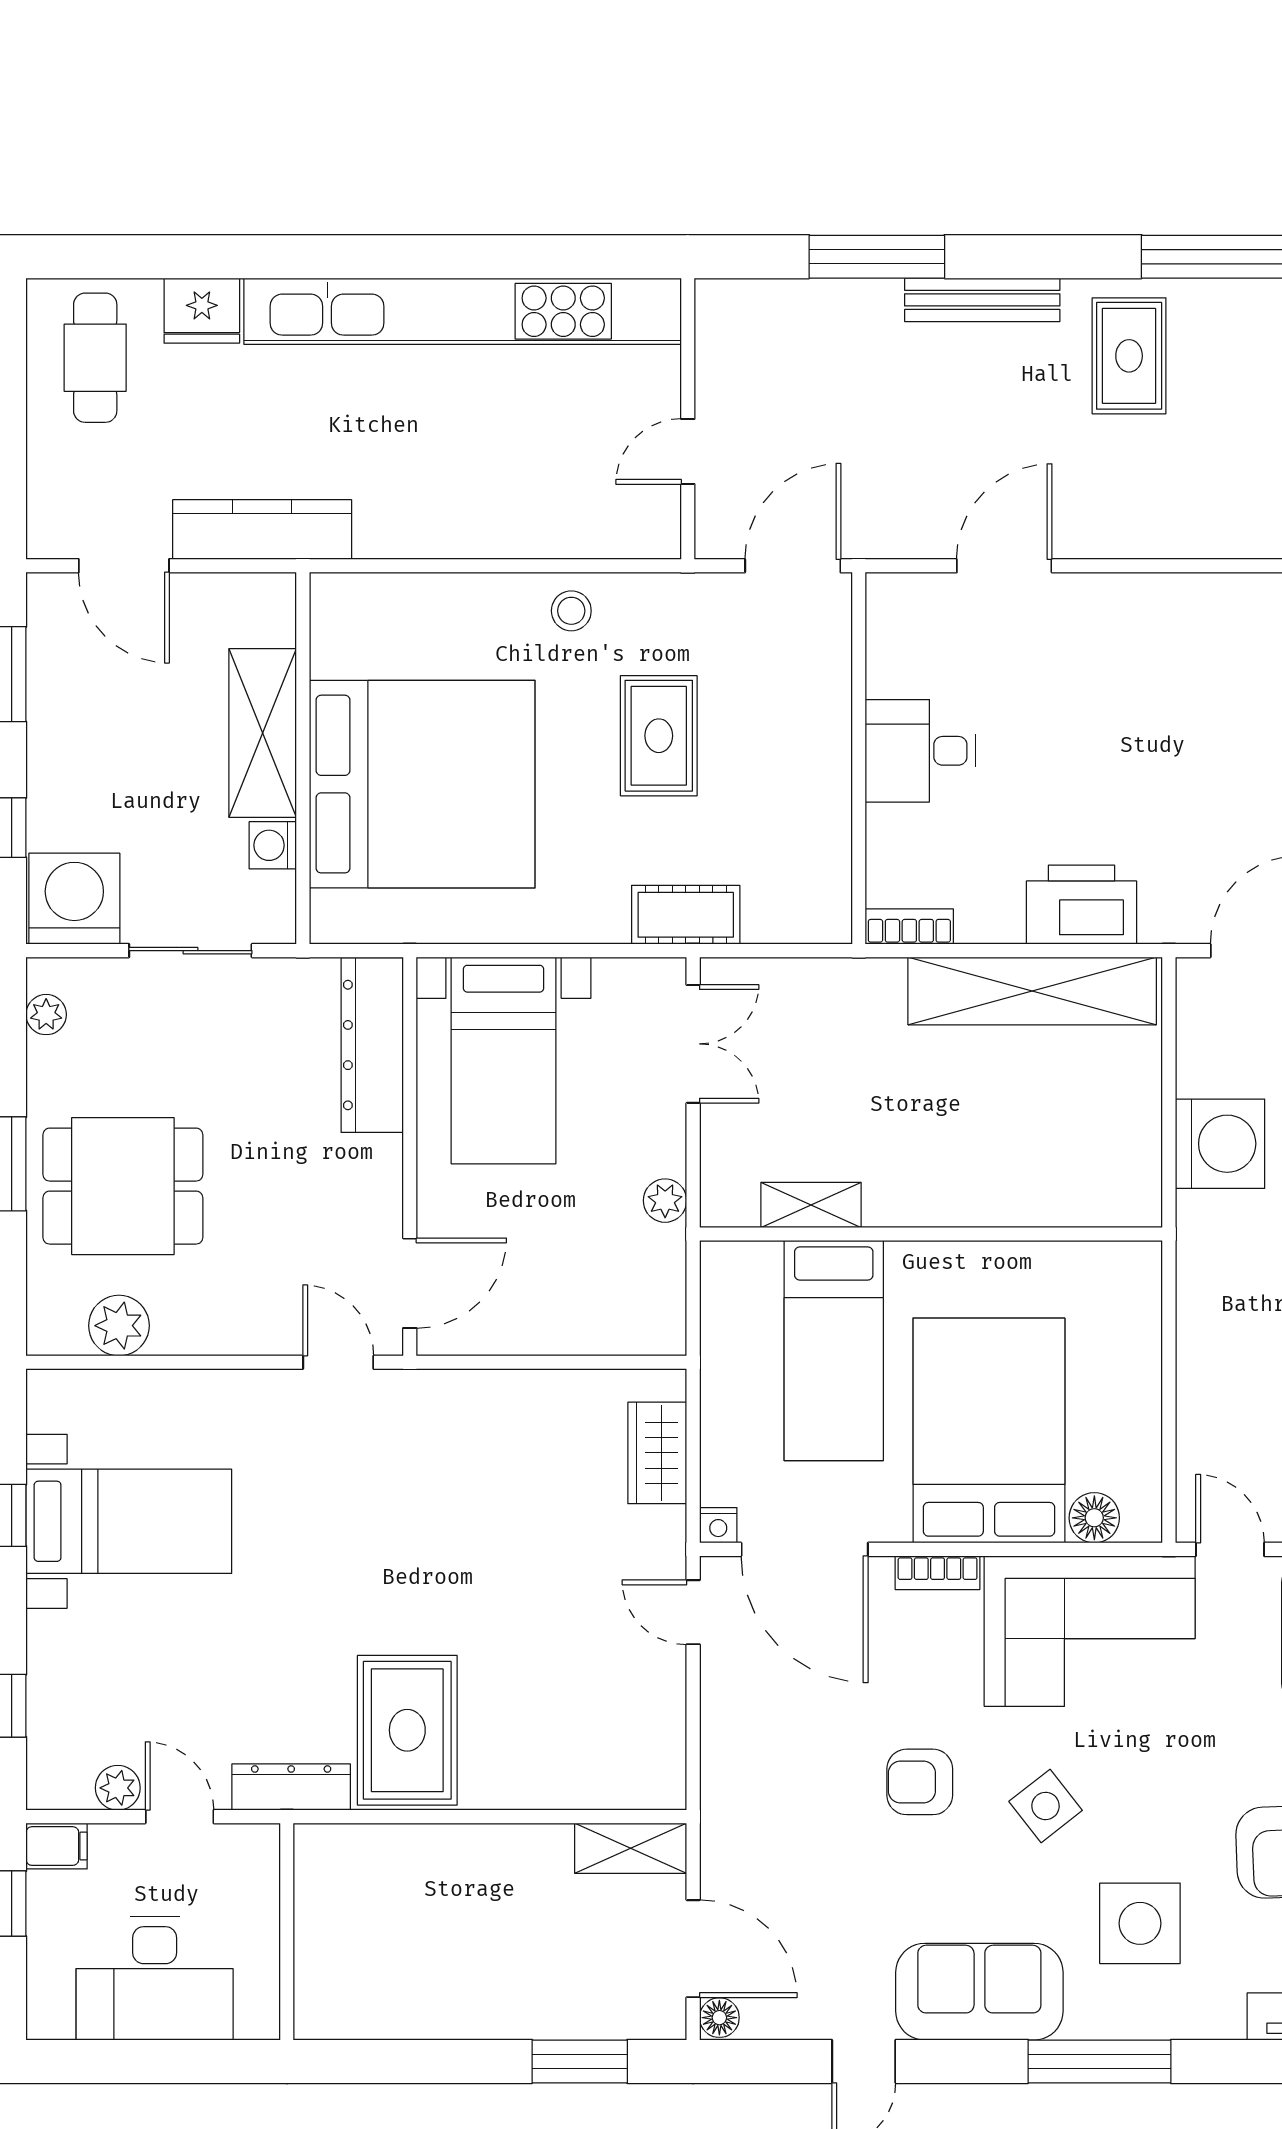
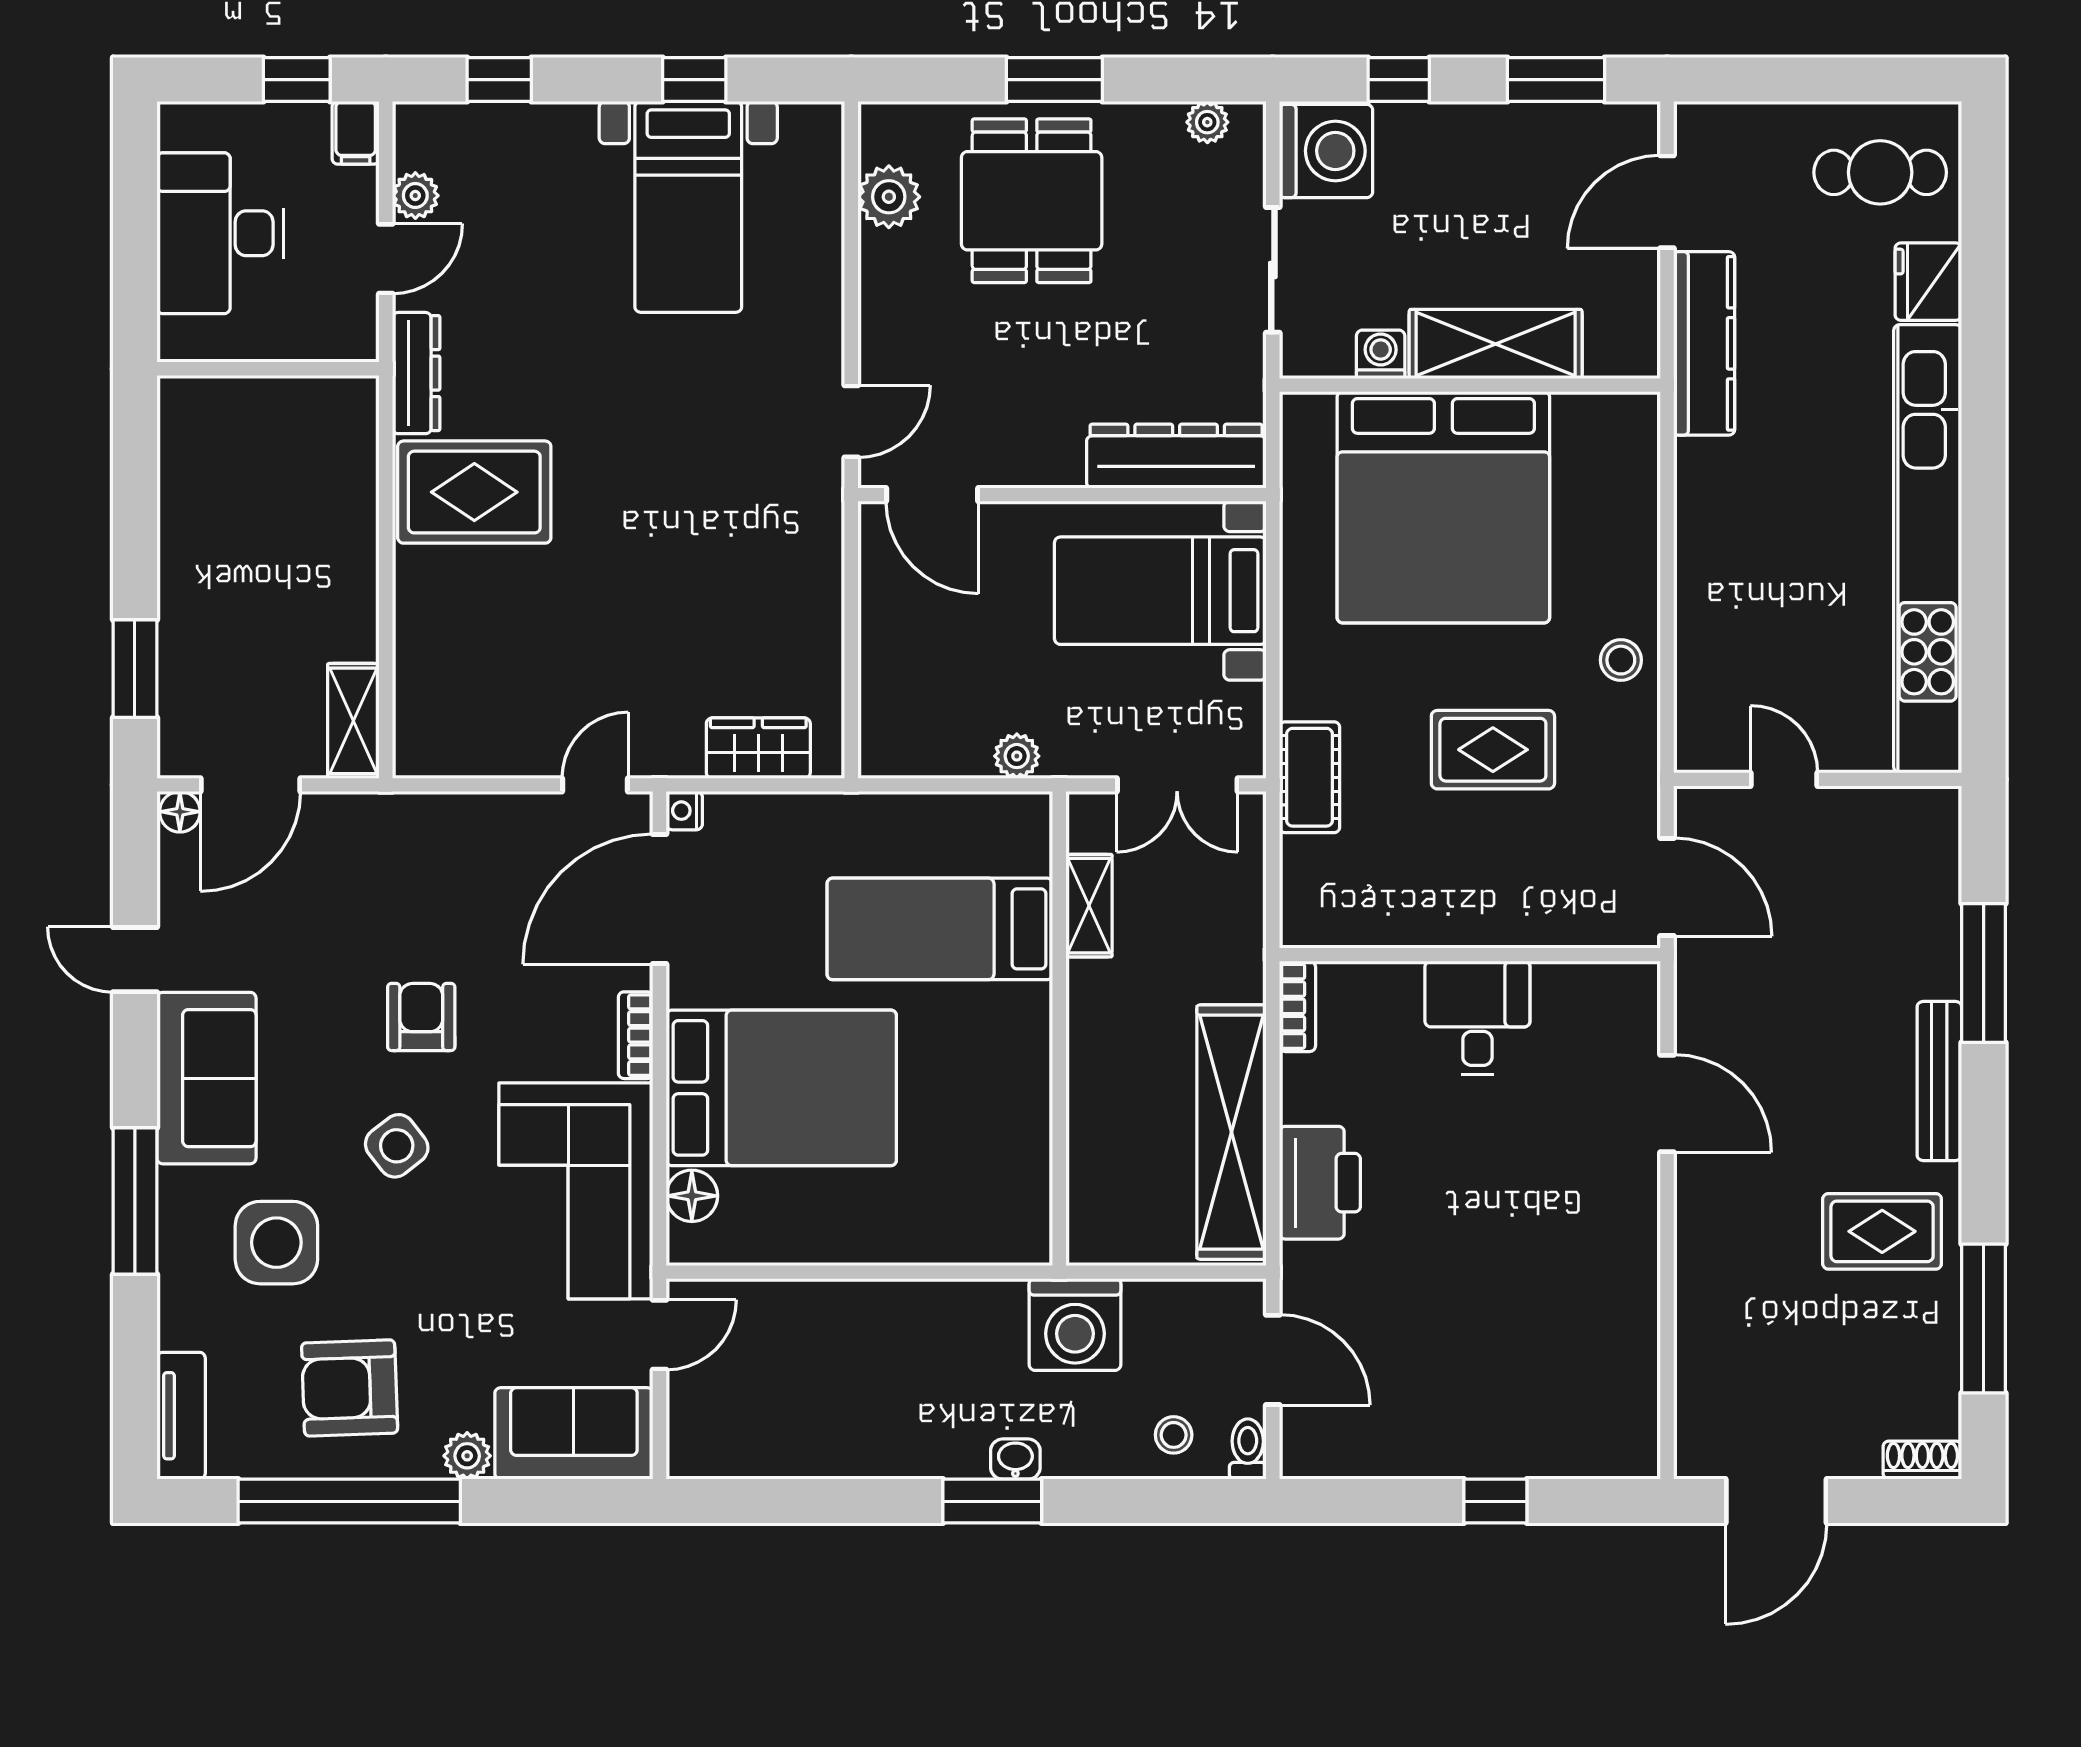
shelving: (811, 1205) -> (1089, 906), moved
wall: (931, 1234) -> (1059, 1028), moved
bed: (834, 1351) -> (940, 929), moved

